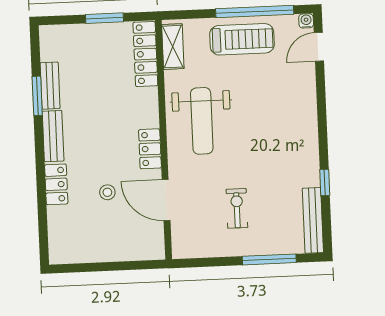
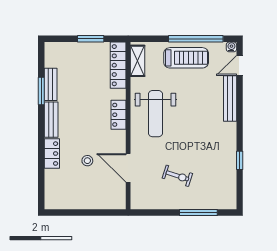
locker: (150, 149) -> (118, 115), moved
exercise bike: (237, 208) -> (177, 176), turned 108
bench: (313, 220) -> (230, 98), moved

